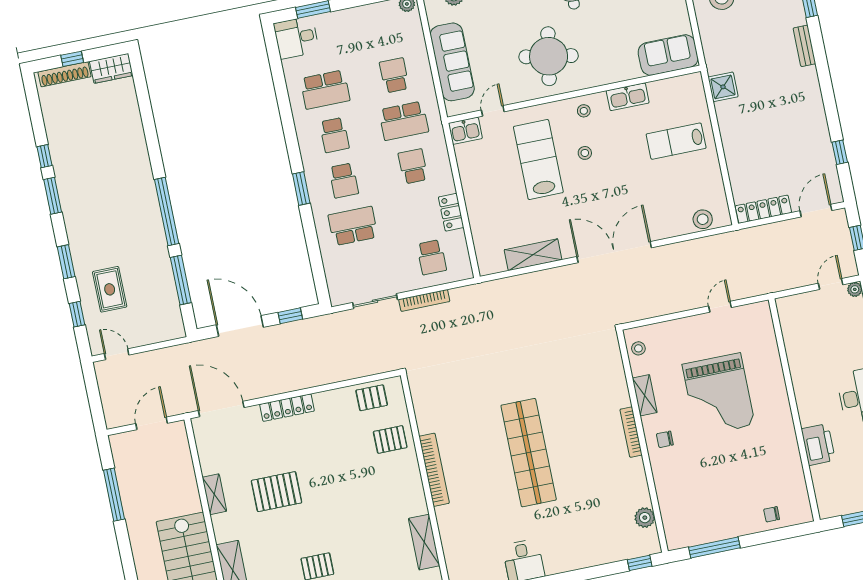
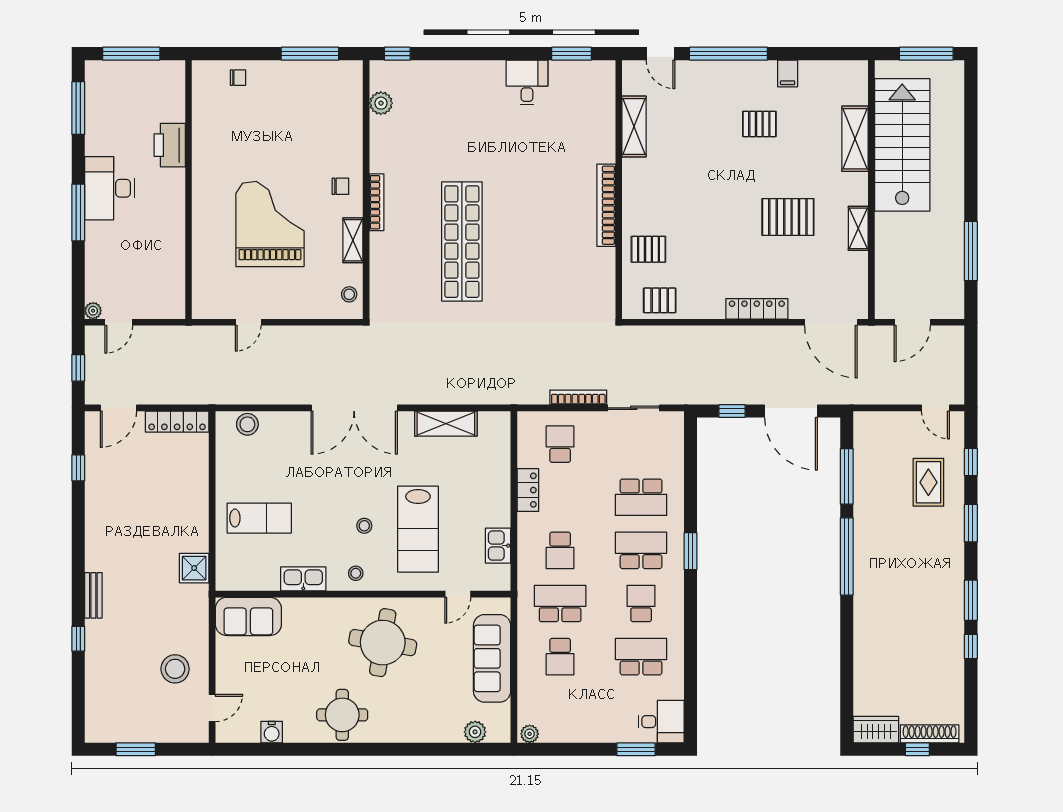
kitchen sink: (465, 131) -> (498, 546), moved, turned -90
school desk: (344, 181) -> (641, 550), width x1.85
shop shelf: (529, 453) -> (462, 242), moved

